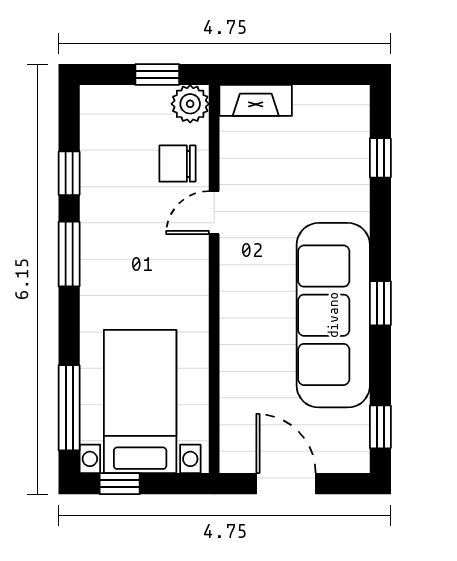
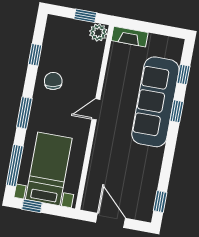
chair: (177, 164) -> (53, 81), moved, turned 79
door: (214, 213) -> (96, 109), moved
window: (69, 254) -> (24, 113), moved
window: (380, 303) -> (177, 111), moved
sofa: (333, 315) -> (155, 102), moved

